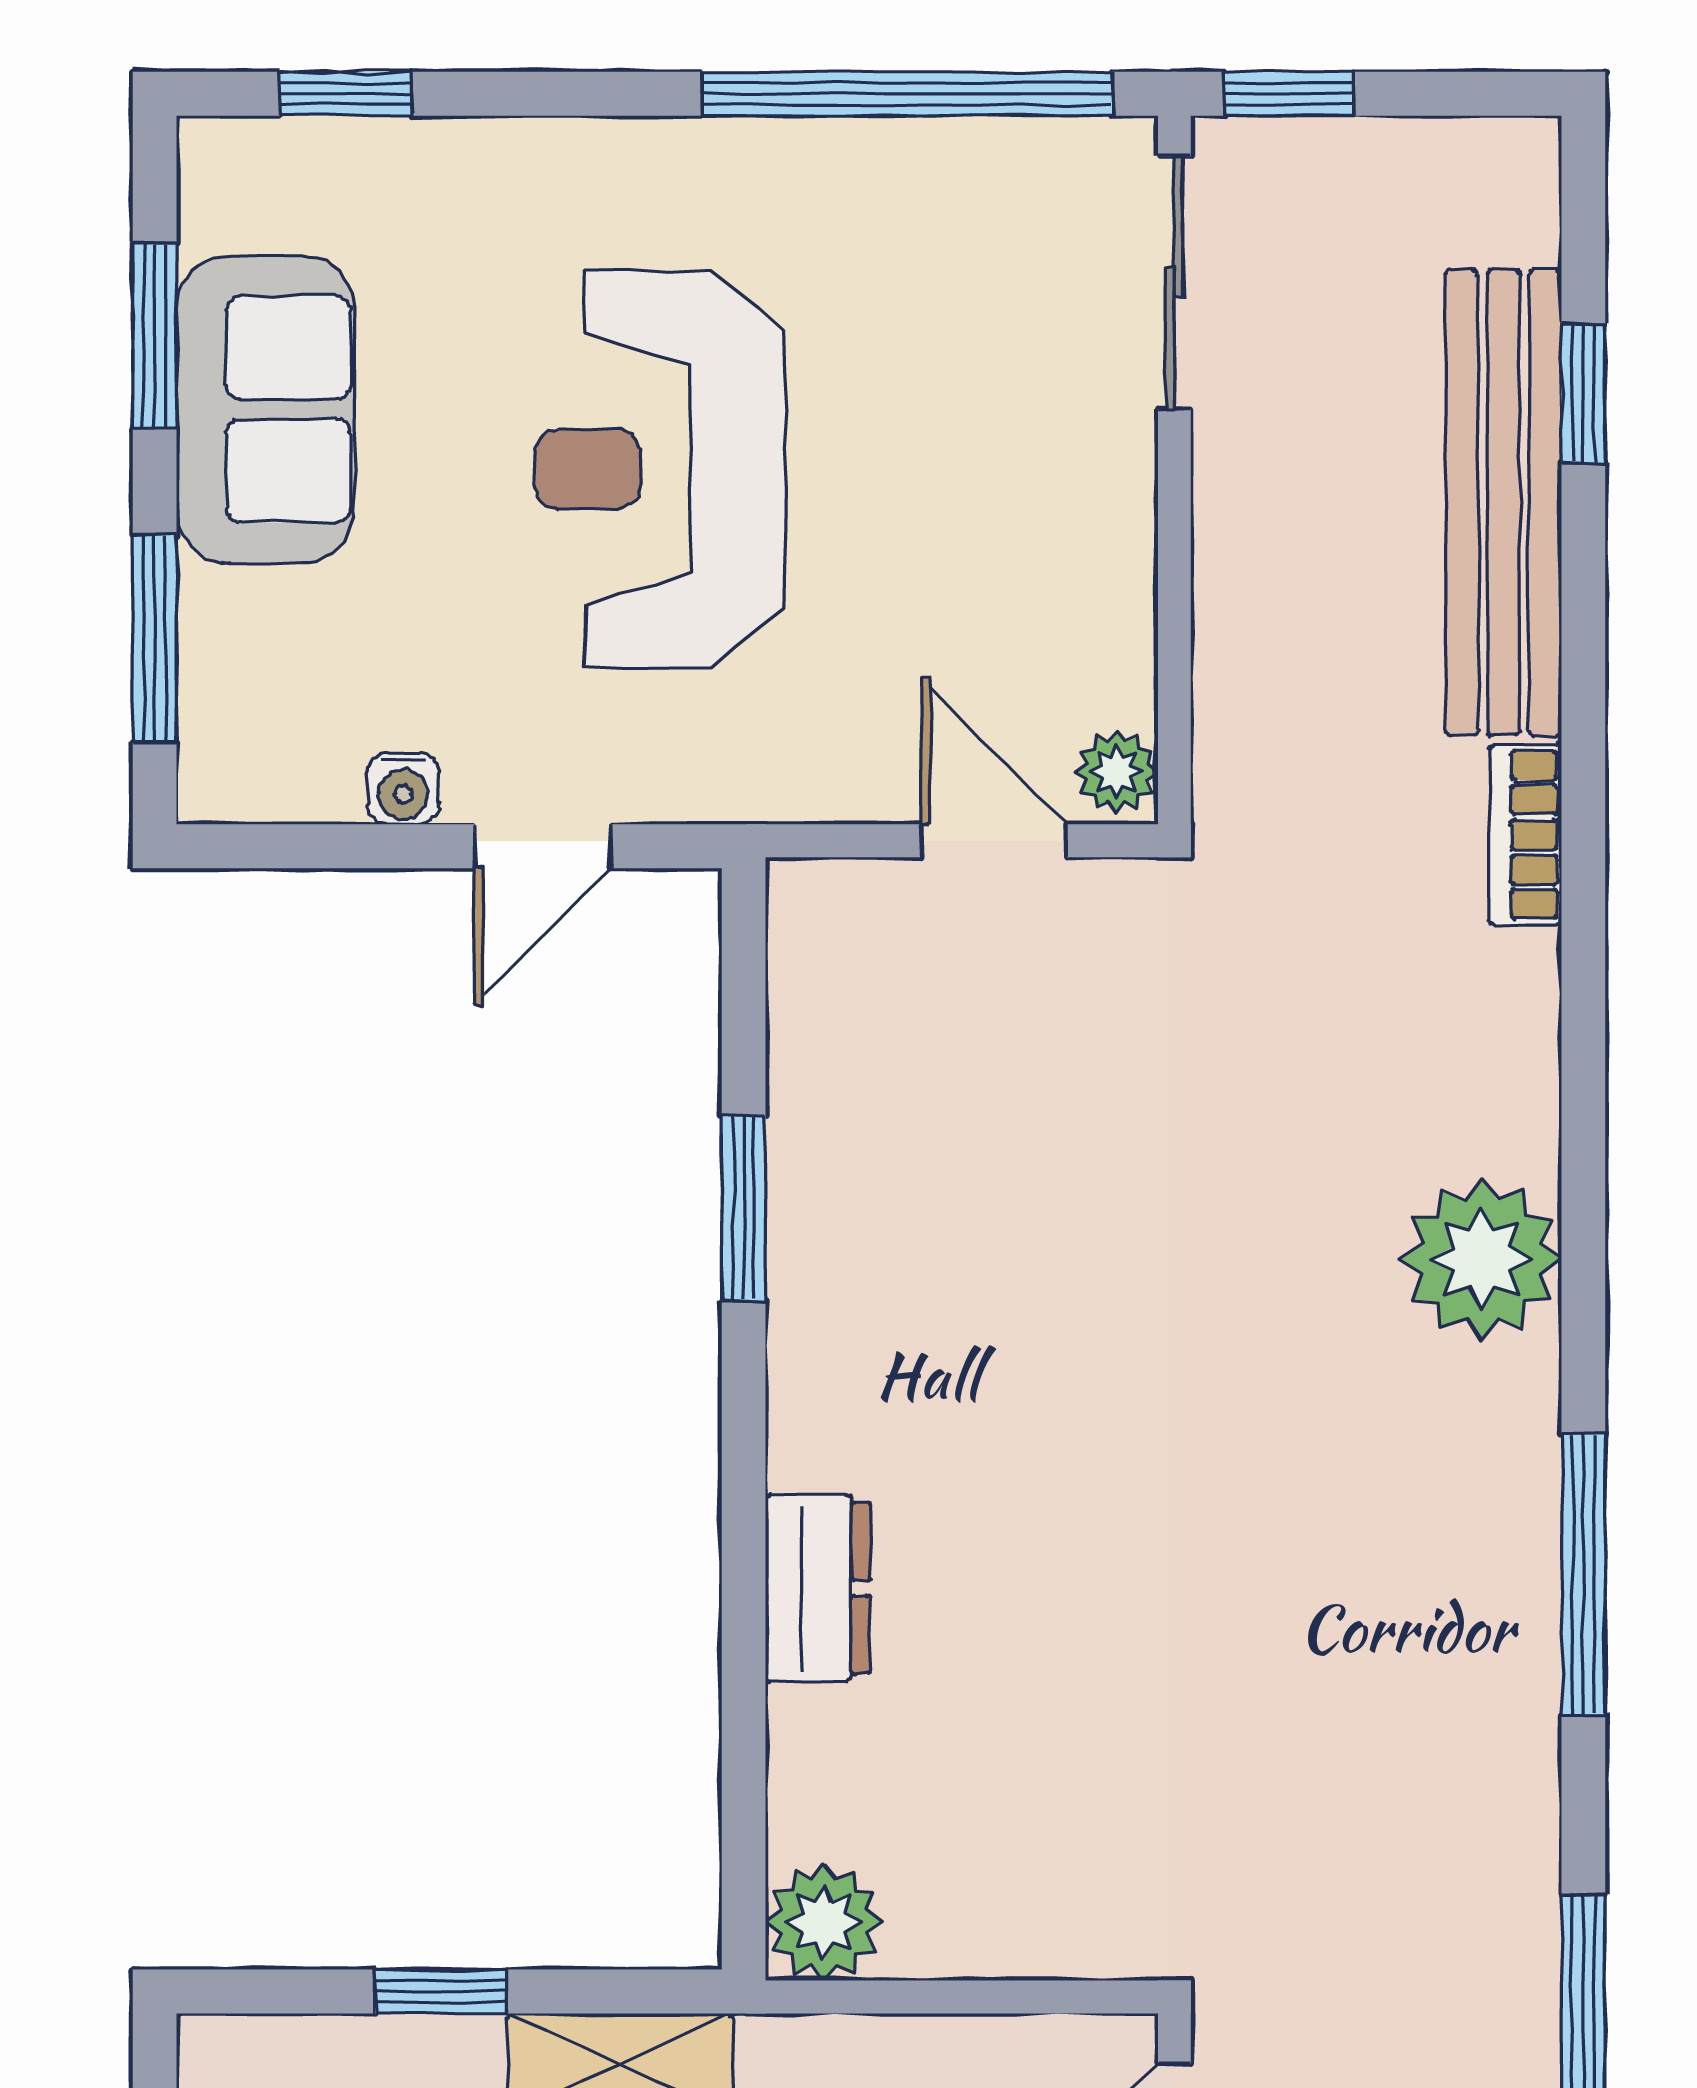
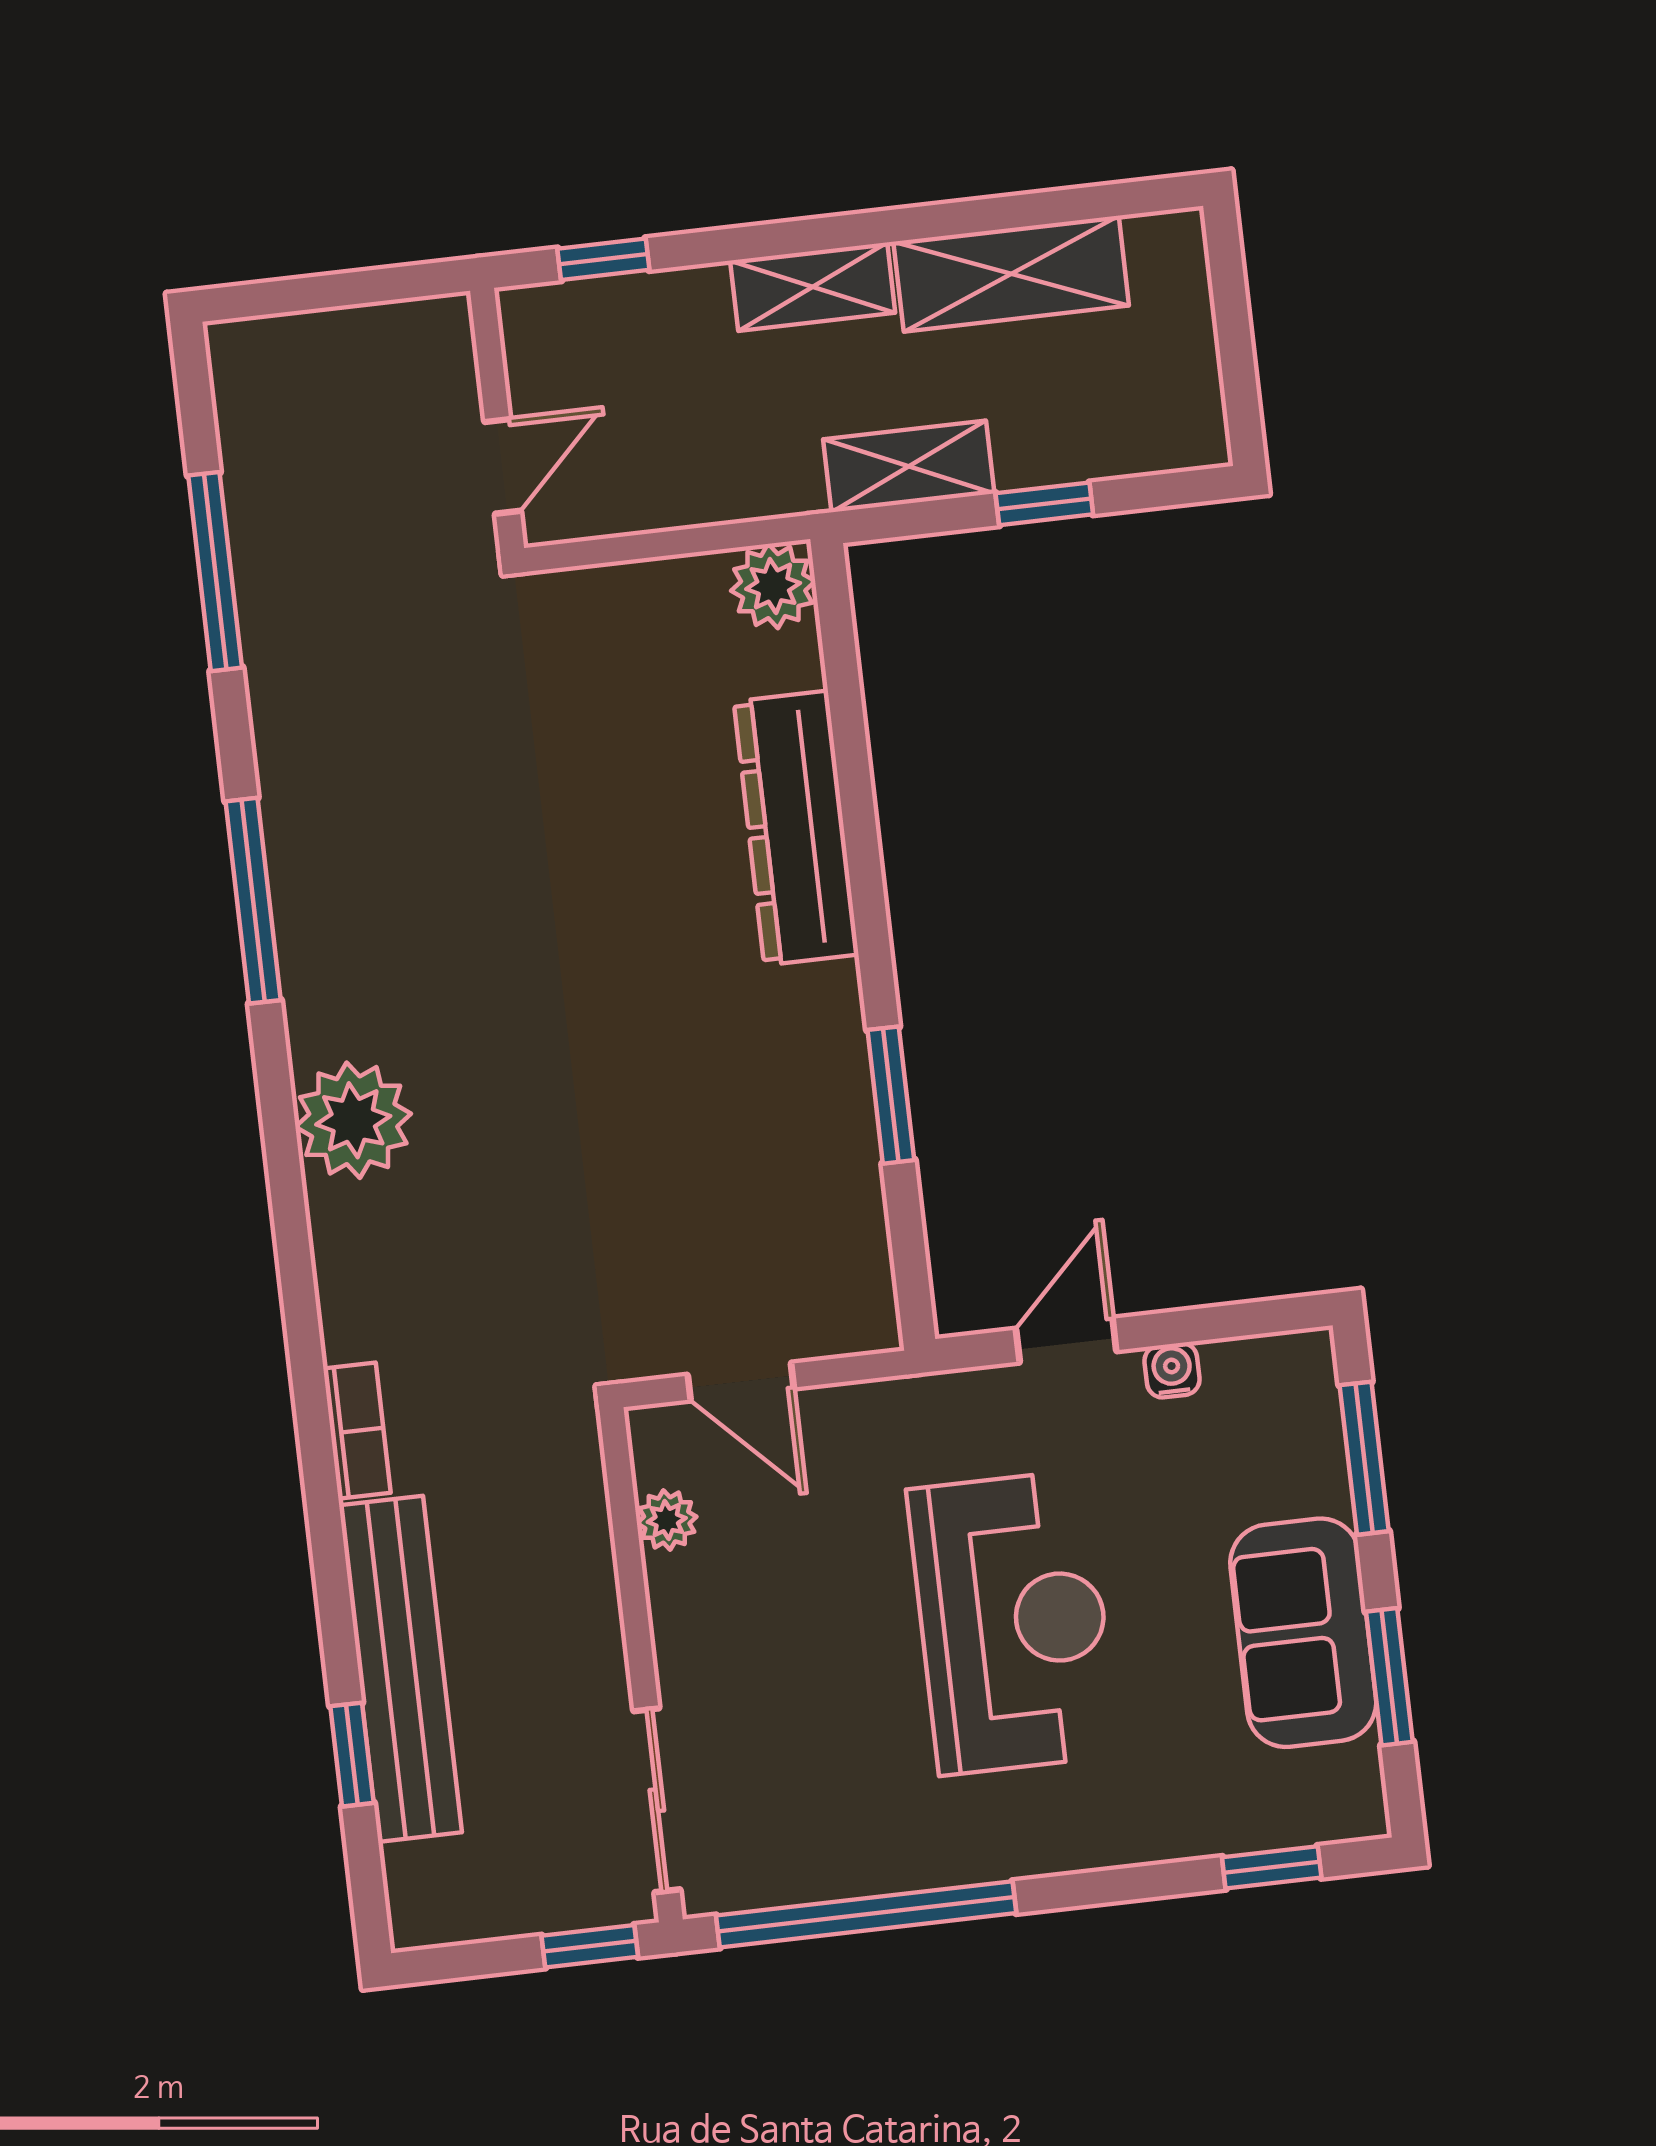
plant: (1117, 772) -> (667, 1520), moved
dresser: (818, 1588) -> (796, 828), width x1.96, depth x1.24

